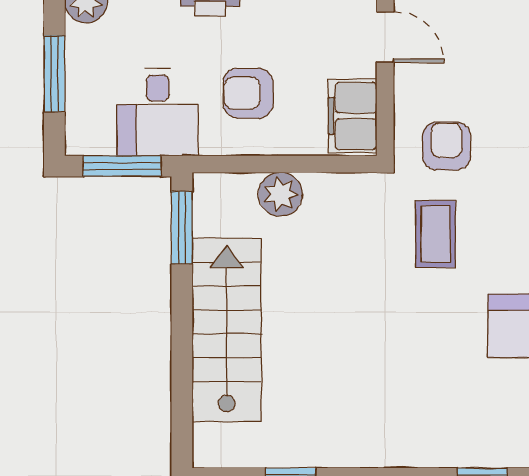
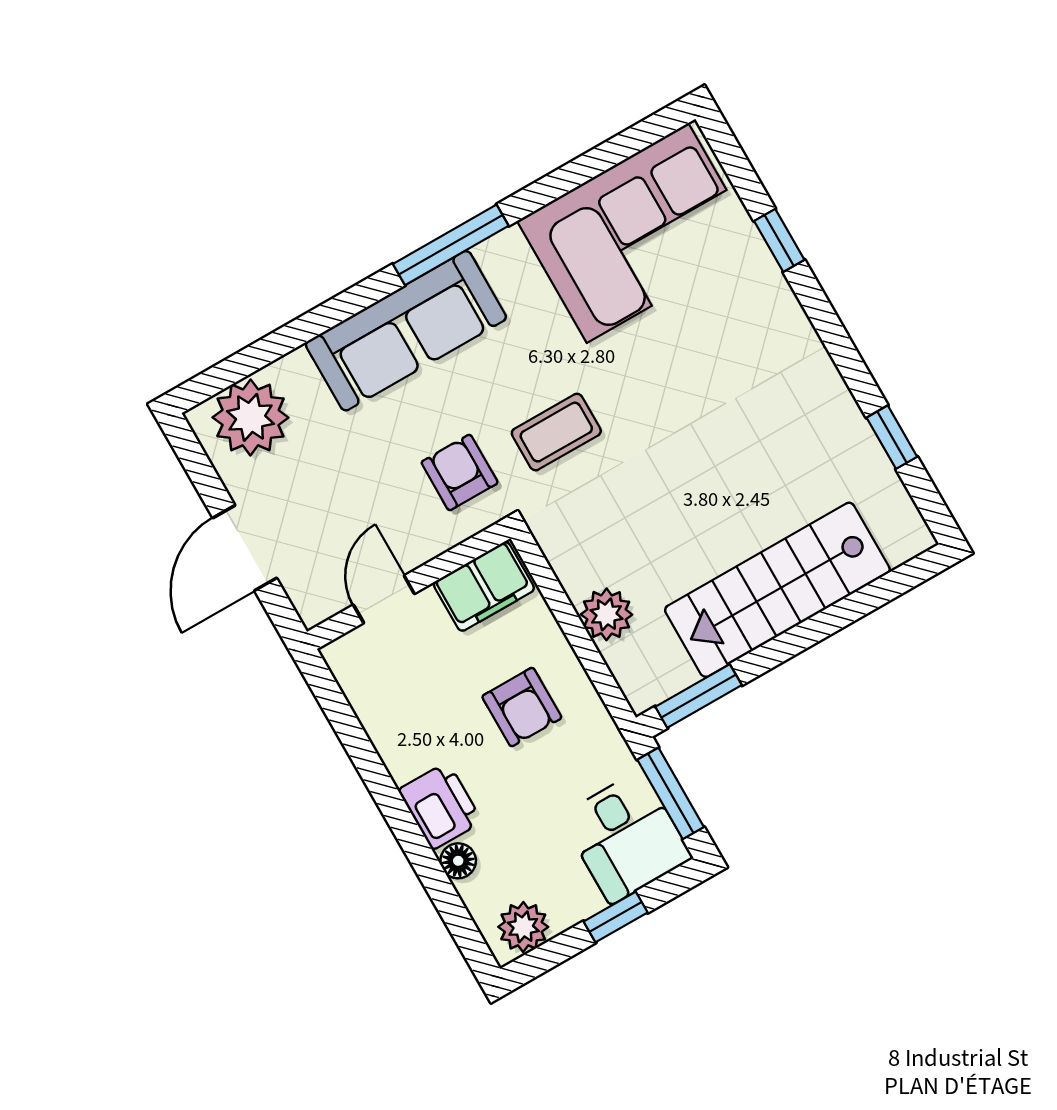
window: (54, 74) -> (616, 917), width x0.67
desk: (158, 112) -> (626, 837), moved, turned 90
armchair: (447, 146) -> (460, 472), turned 90

